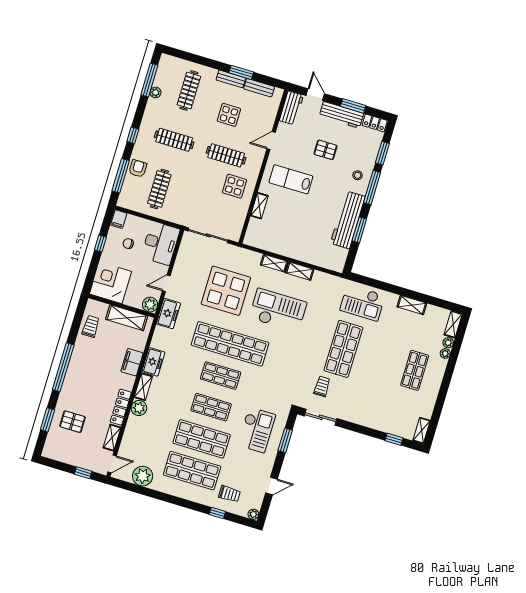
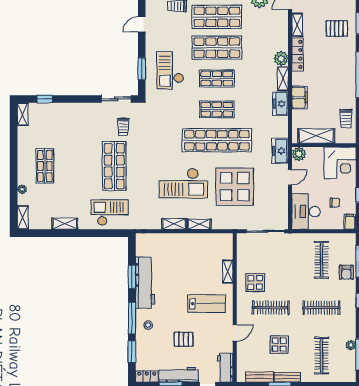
plant: (448, 343) -> (22, 200), removed

